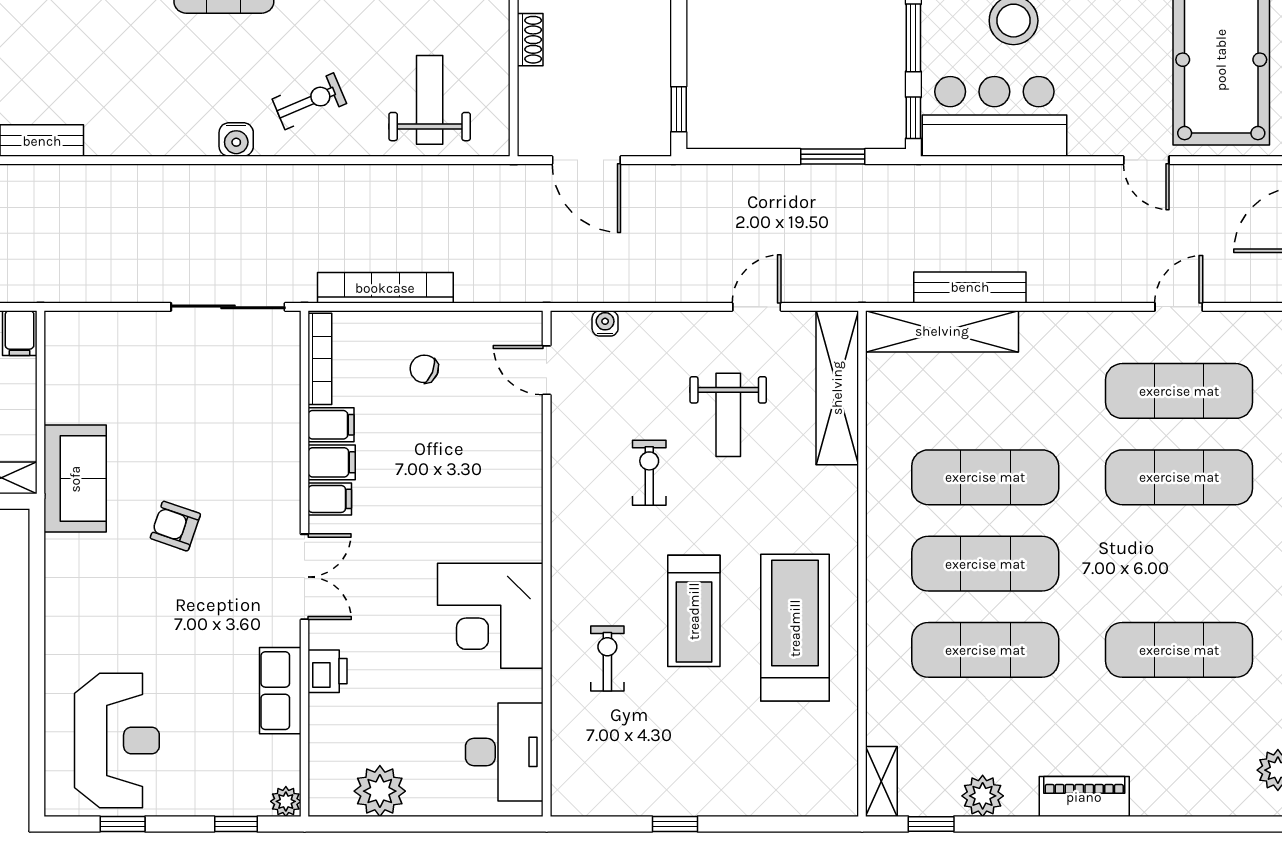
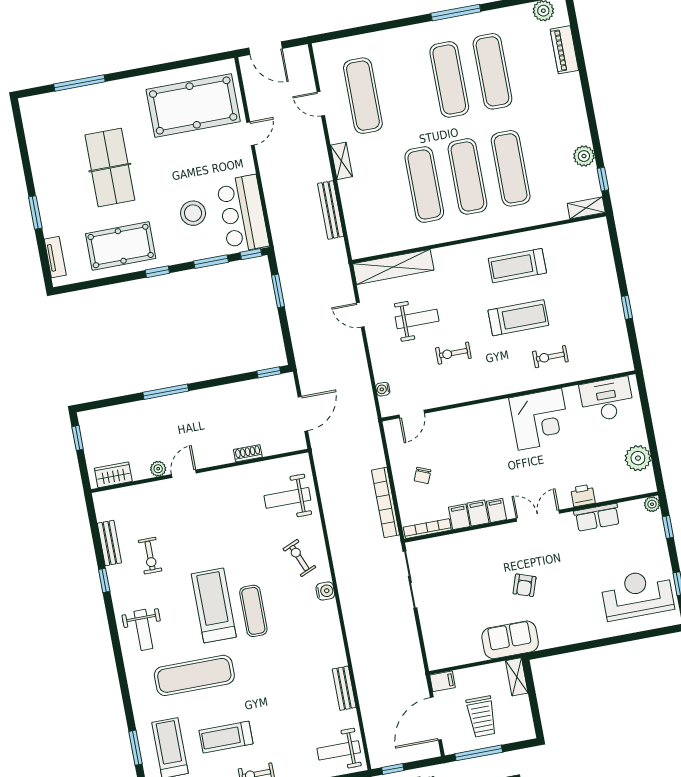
shelving: (942, 331) -> (342, 161), moved, width x0.45, depth x0.75
exercise mat: (1179, 477) -> (449, 79), moved
treadmill: (795, 628) -> (517, 266), width x0.73, depth x0.73
piano: (1084, 797) -> (564, 50), moved

